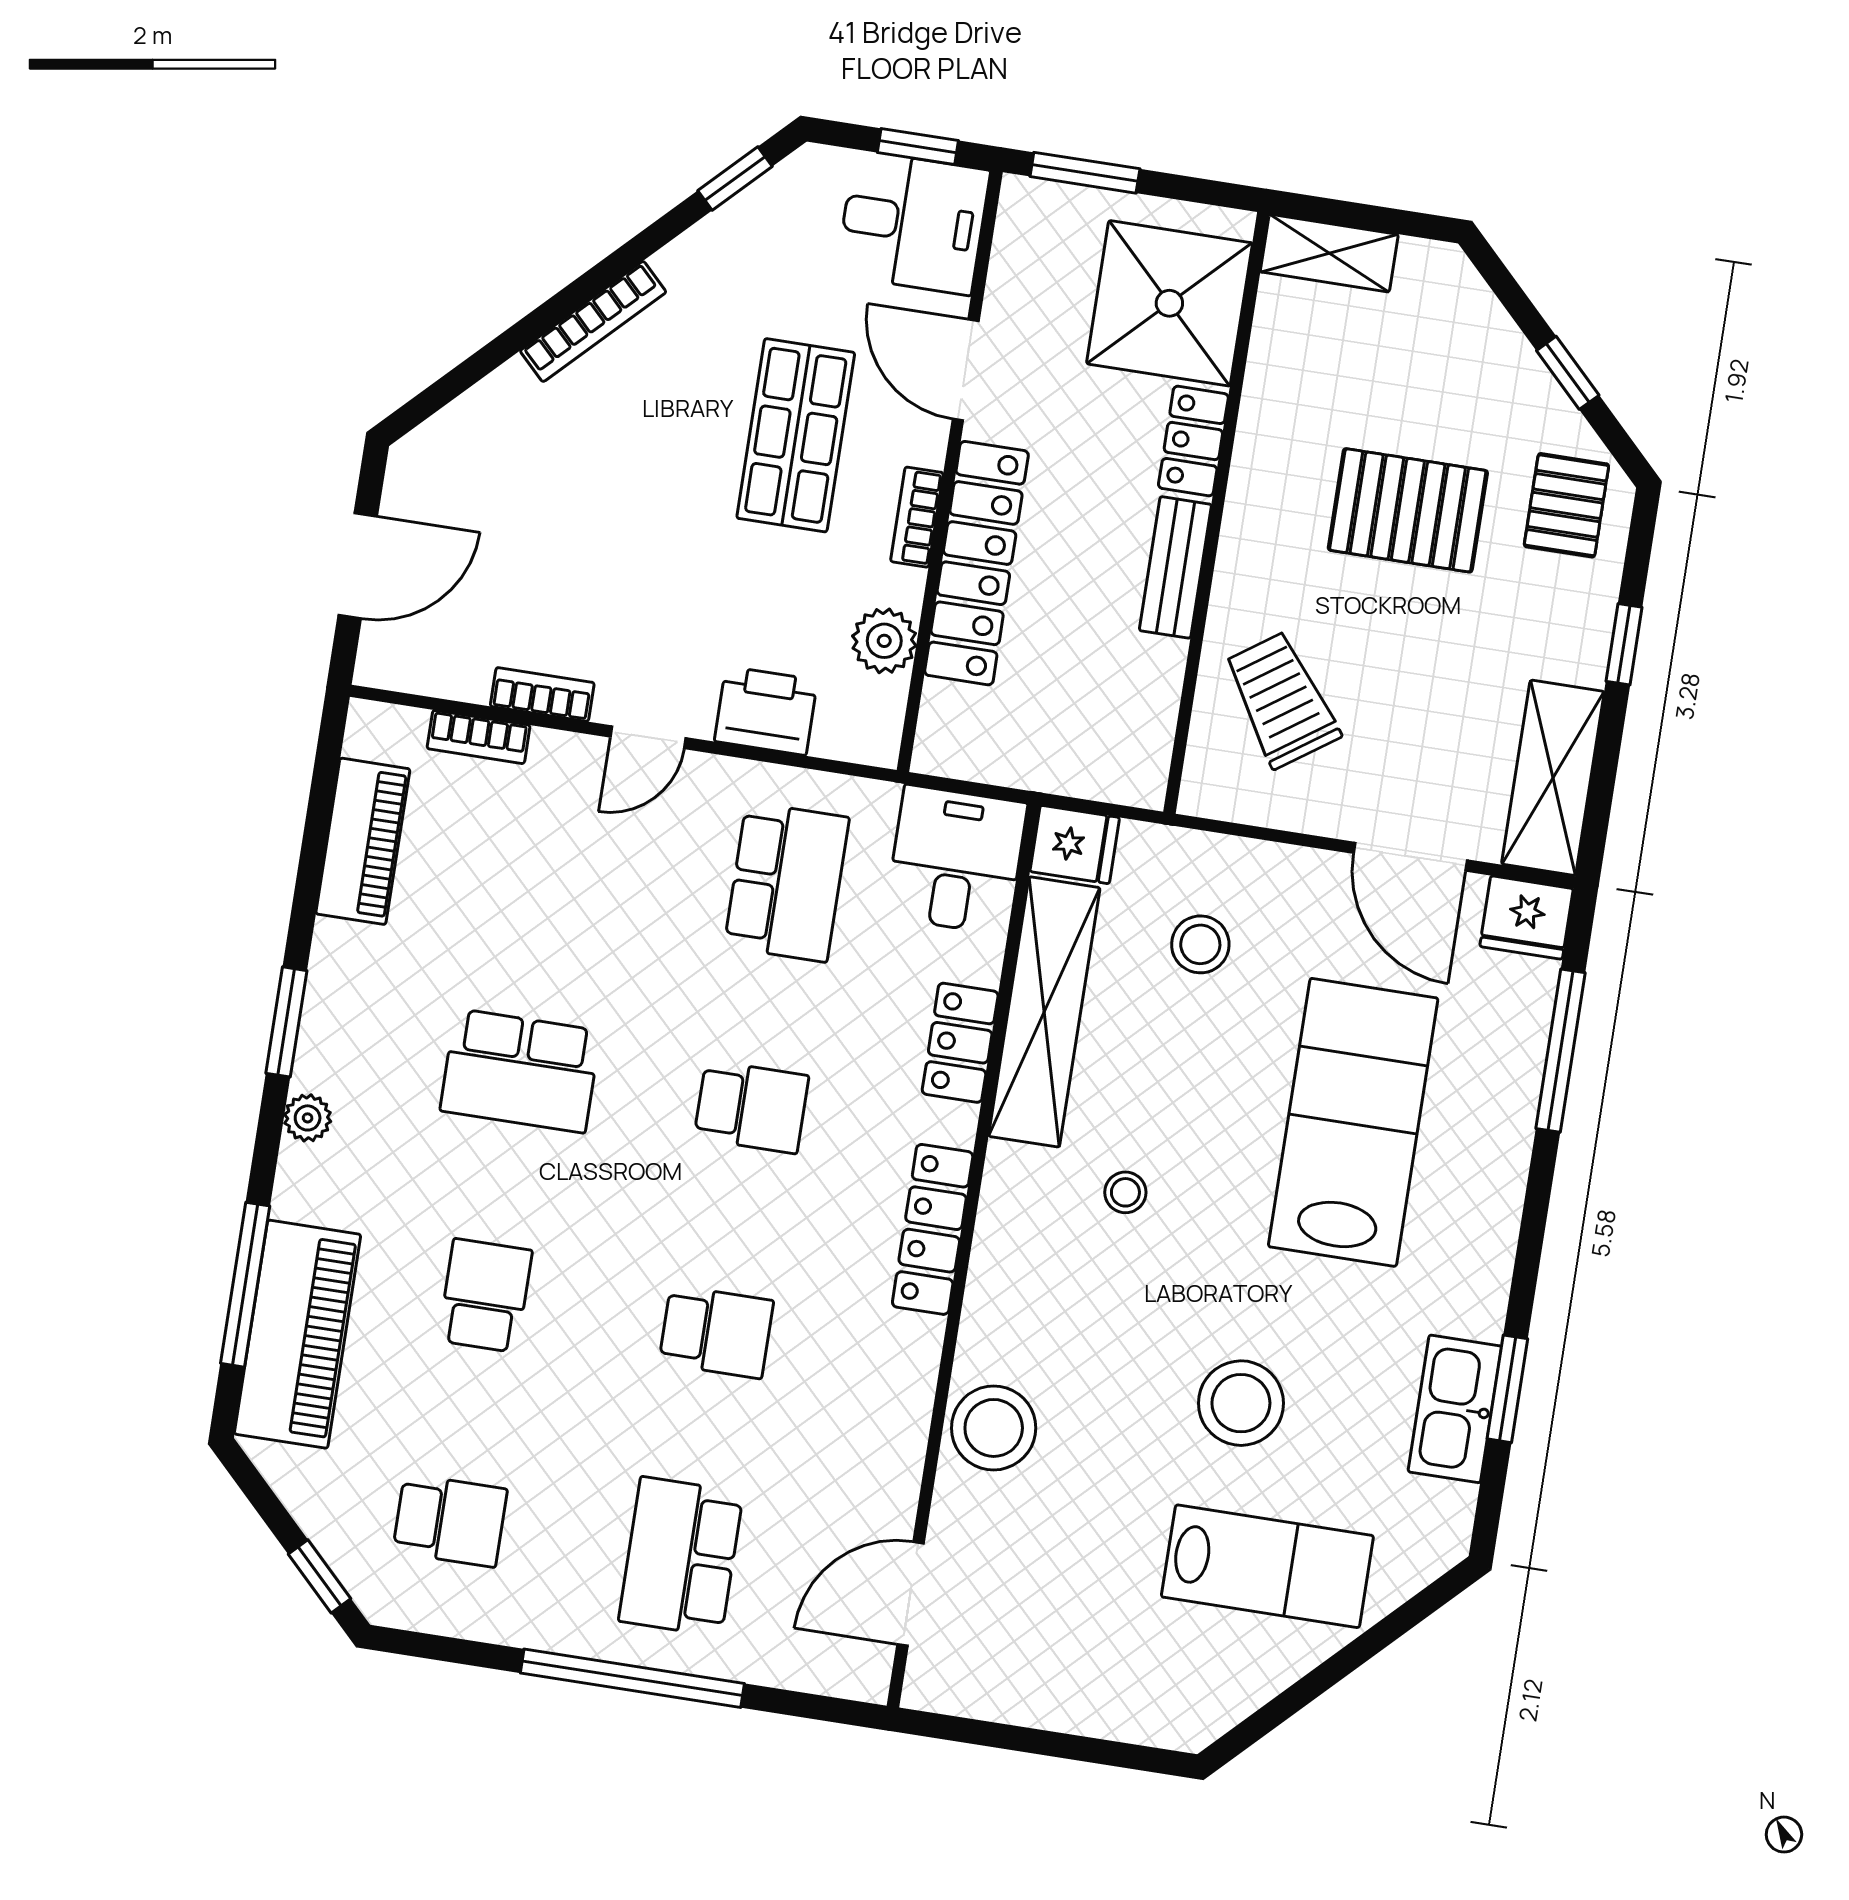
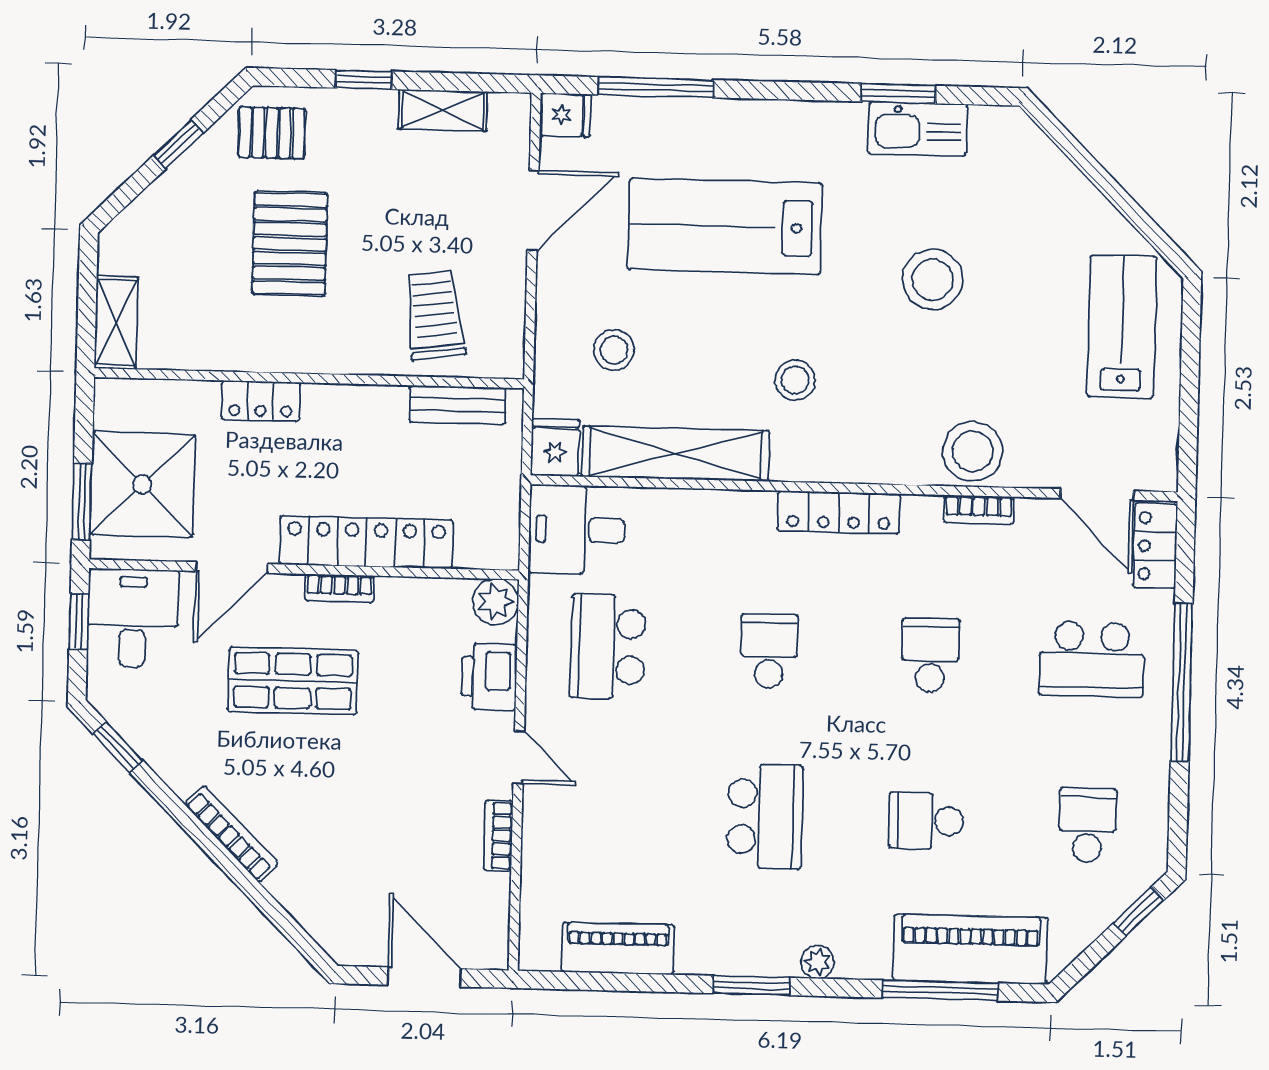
shower: (1169, 303) -> (143, 484), moved
bench: (1175, 567) -> (458, 405), moved
plant: (884, 641) -> (496, 602), moved
trolley: (1282, 700) -> (434, 315), turned 117
bookcase: (479, 737) -> (979, 510), moved, turned 90
shelving: (1553, 778) -> (443, 110), width x0.67, depth x0.75
school desk: (787, 882) -> (608, 647), turned -90
fridge: (1527, 918) -> (565, 115), width x0.72
locker: (960, 1043) -> (1155, 546), moved, turned 90
stool: (1125, 1192) -> (795, 380), width x1.37, depth x1.37
lab bench: (1267, 1566) -> (1122, 326), moved

